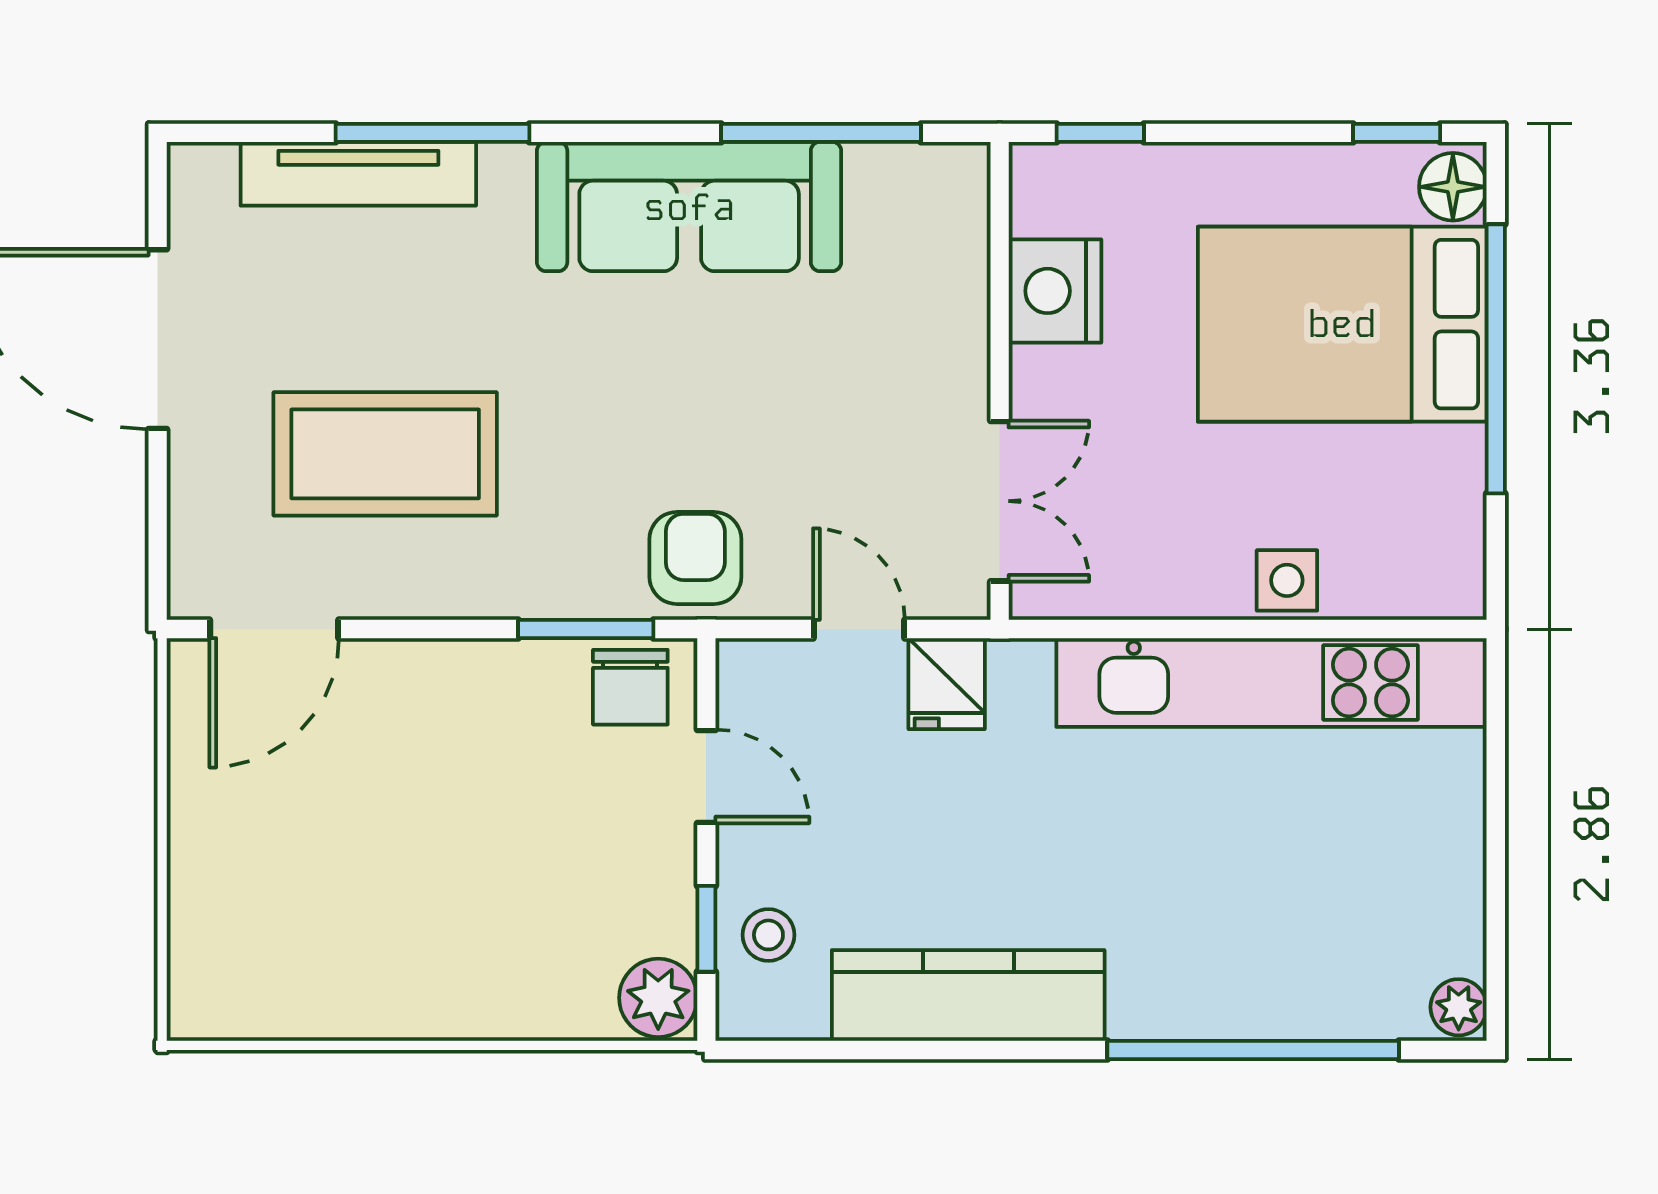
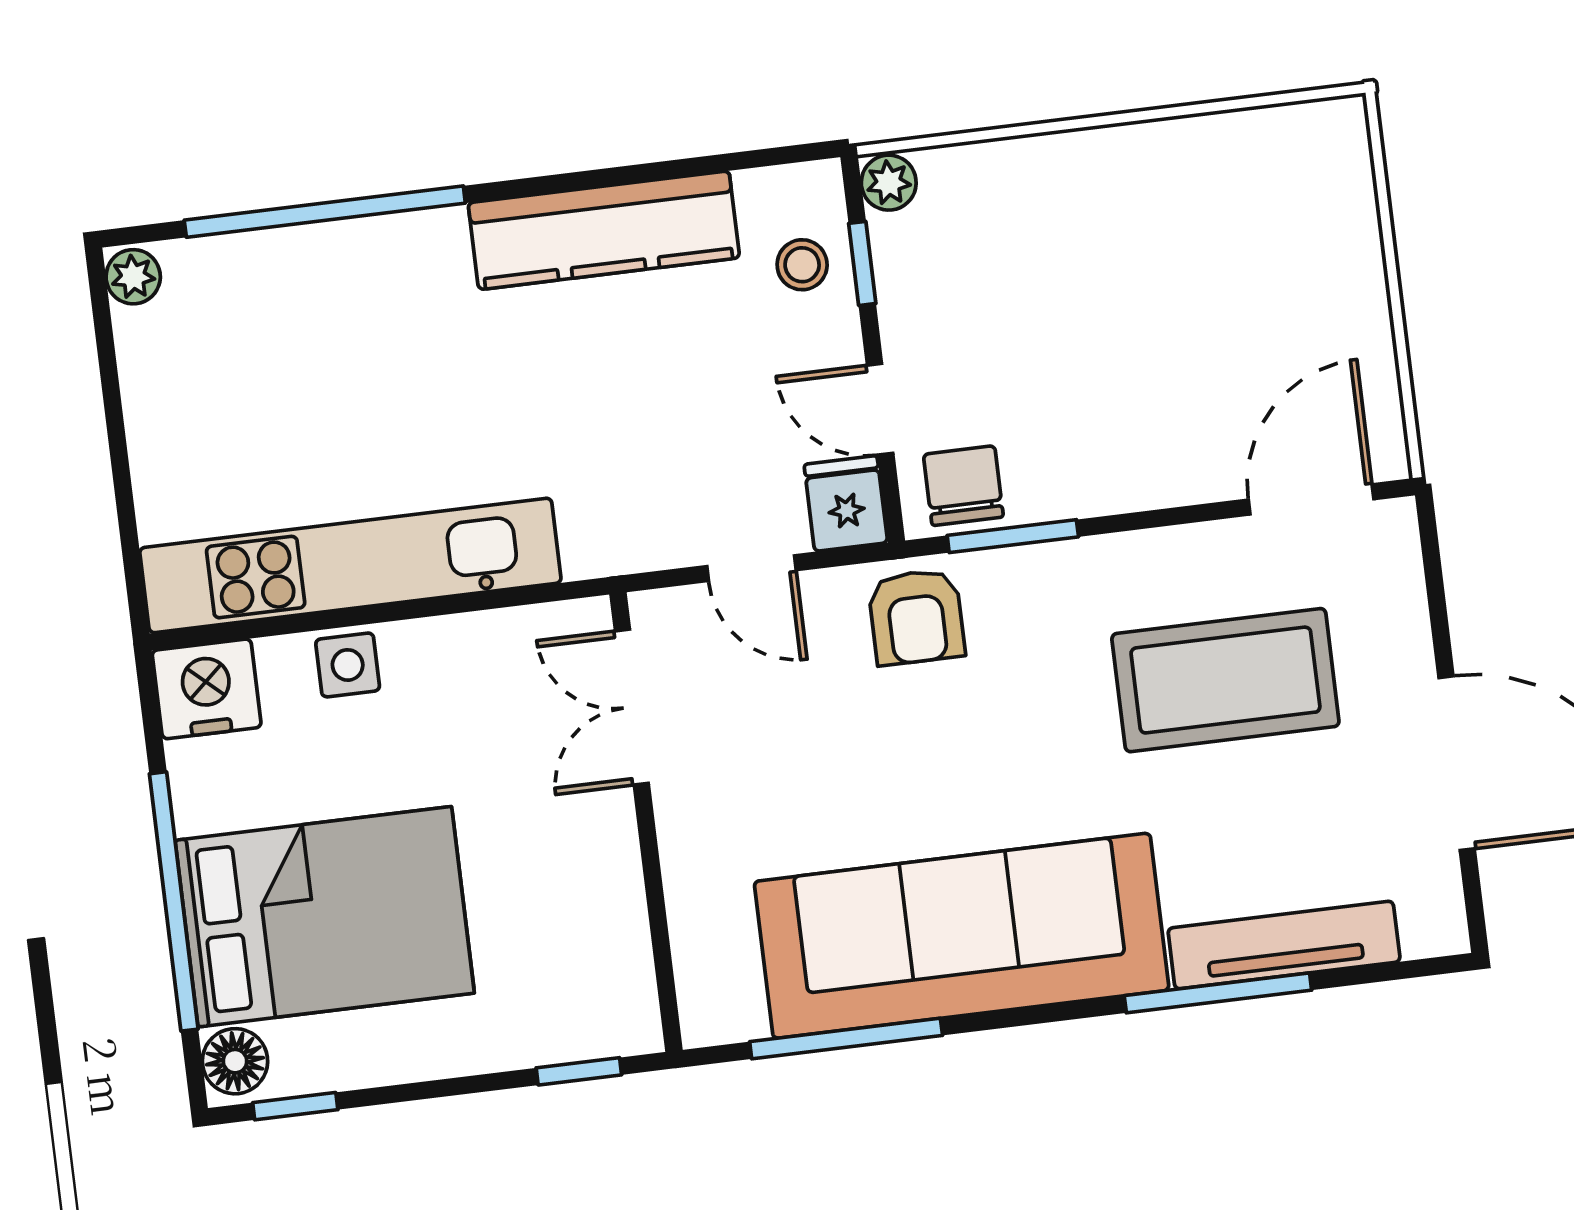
sofa: (689, 207) -> (962, 936), width x1.36, depth x1.27
nightstand: (1055, 291) -> (207, 689), moved, turned -90
fridge: (947, 684) -> (846, 504), moved
plant: (658, 998) -> (889, 183), width x0.73, depth x0.73

